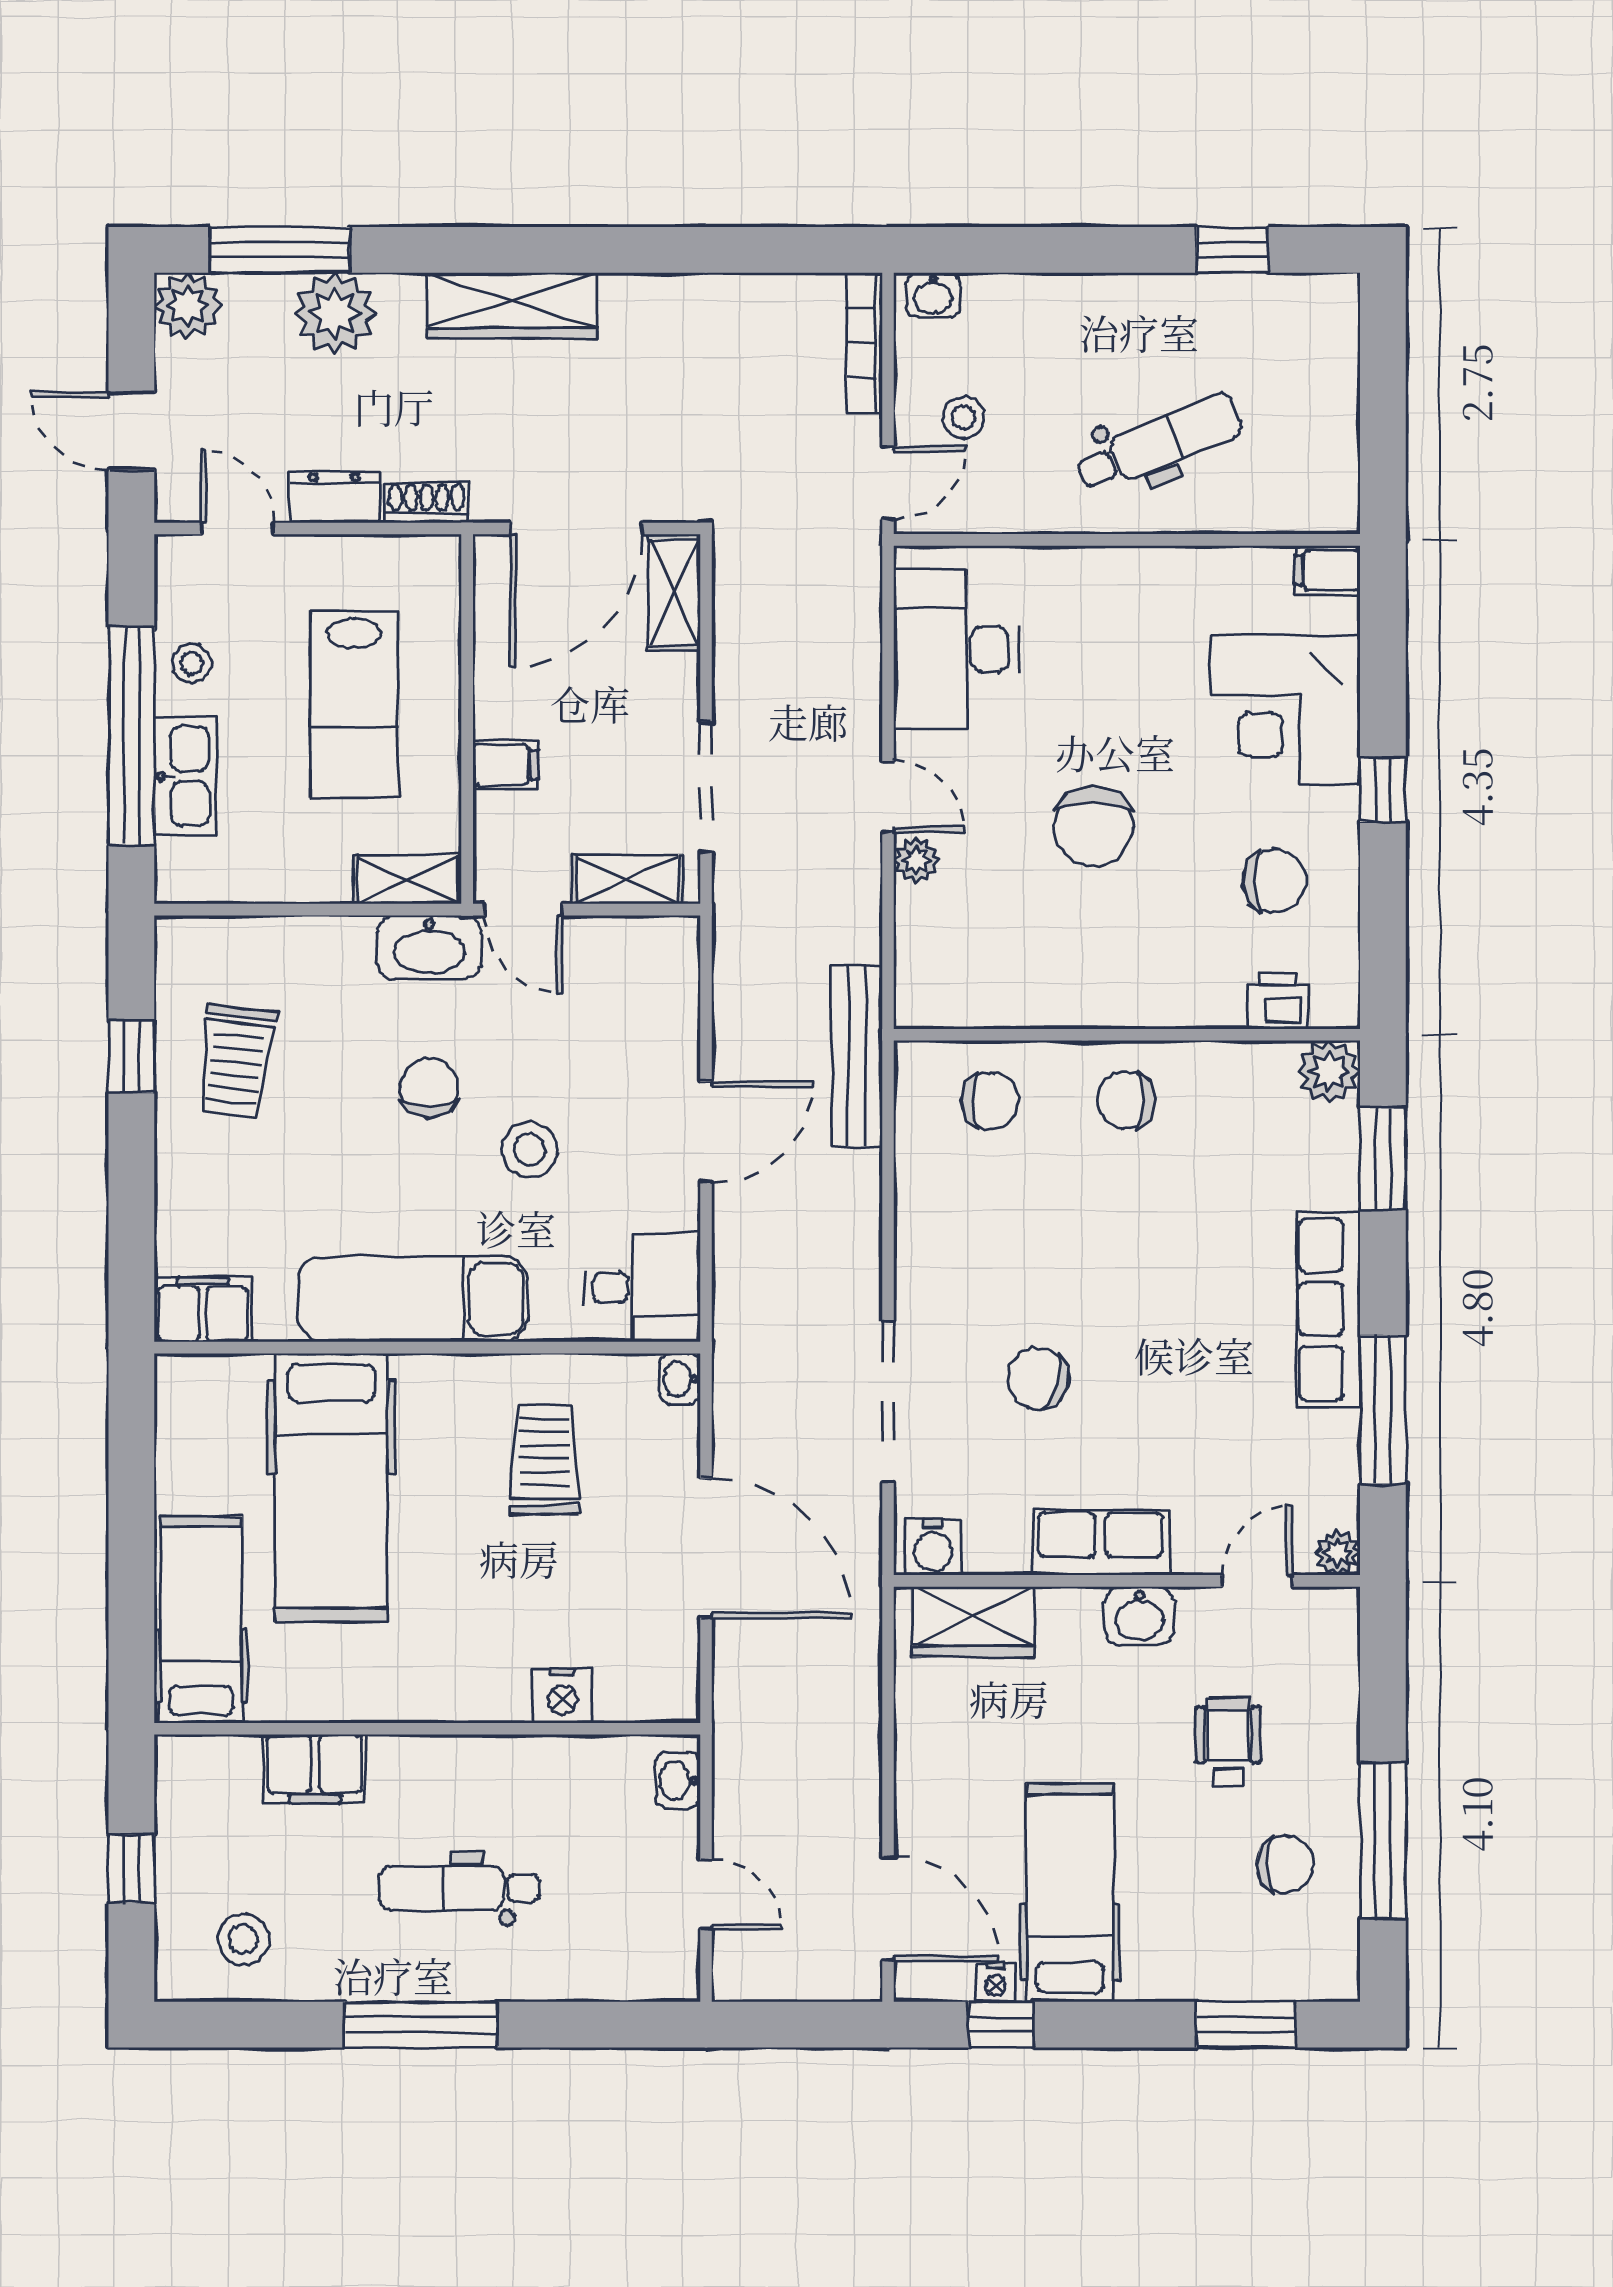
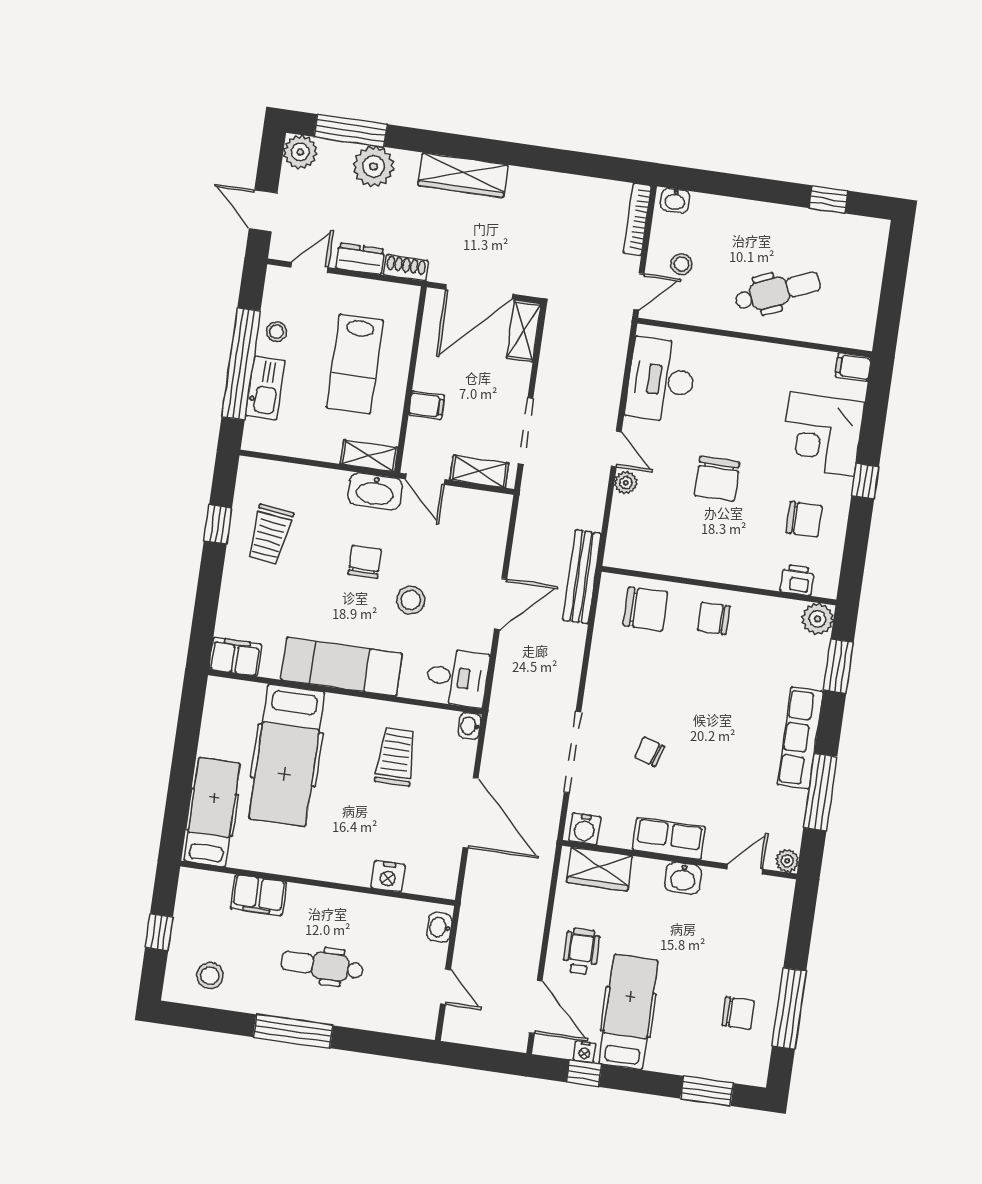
door: (238, 529) -> (309, 267), hinge flipped
chair: (990, 1101) -> (645, 609), width x1.37, depth x1.37
chair: (1038, 1379) -> (650, 752), width x0.73, depth x0.73
wheelchair: (1228, 1742) -> (581, 951), moved

